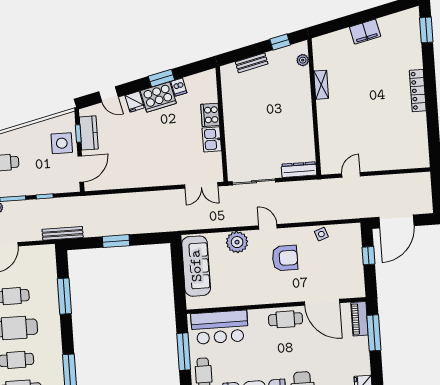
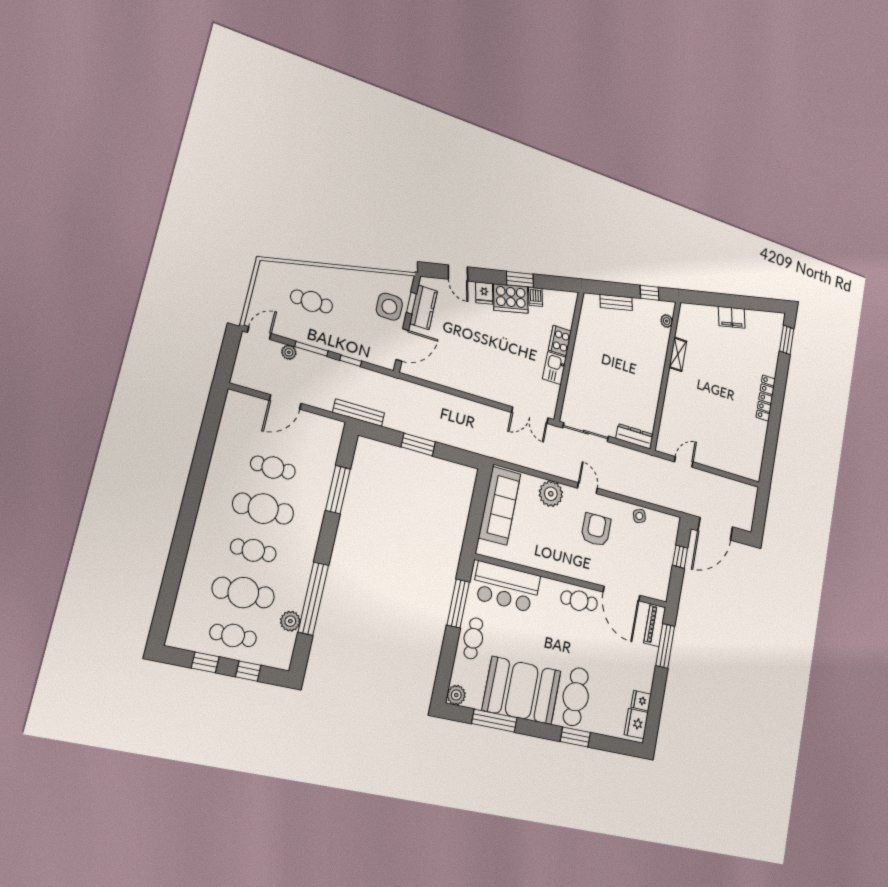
armchair: (285, 258) -> (596, 530), turned -90

